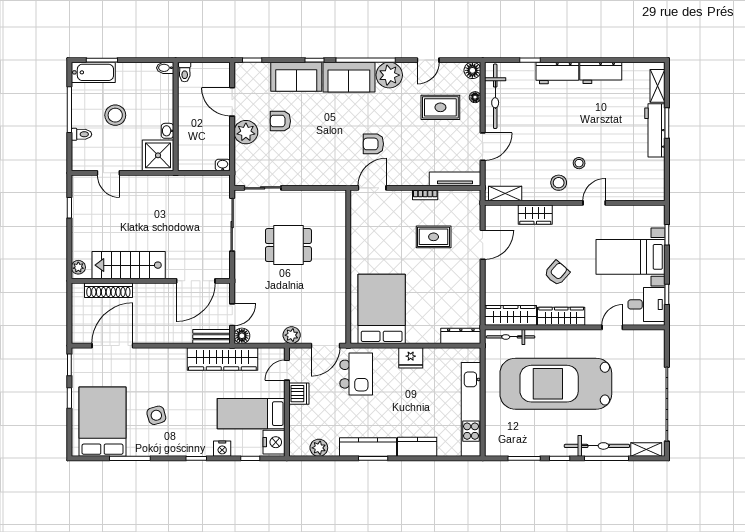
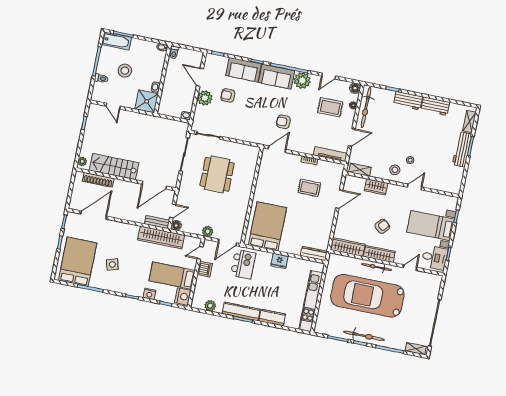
dining table: (288, 245) -> (217, 174), width x1.38
bicycle: (511, 337) -> (376, 267), moved
bicycle: (597, 446) -> (364, 336), moved

